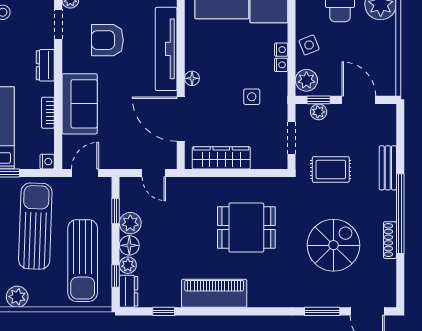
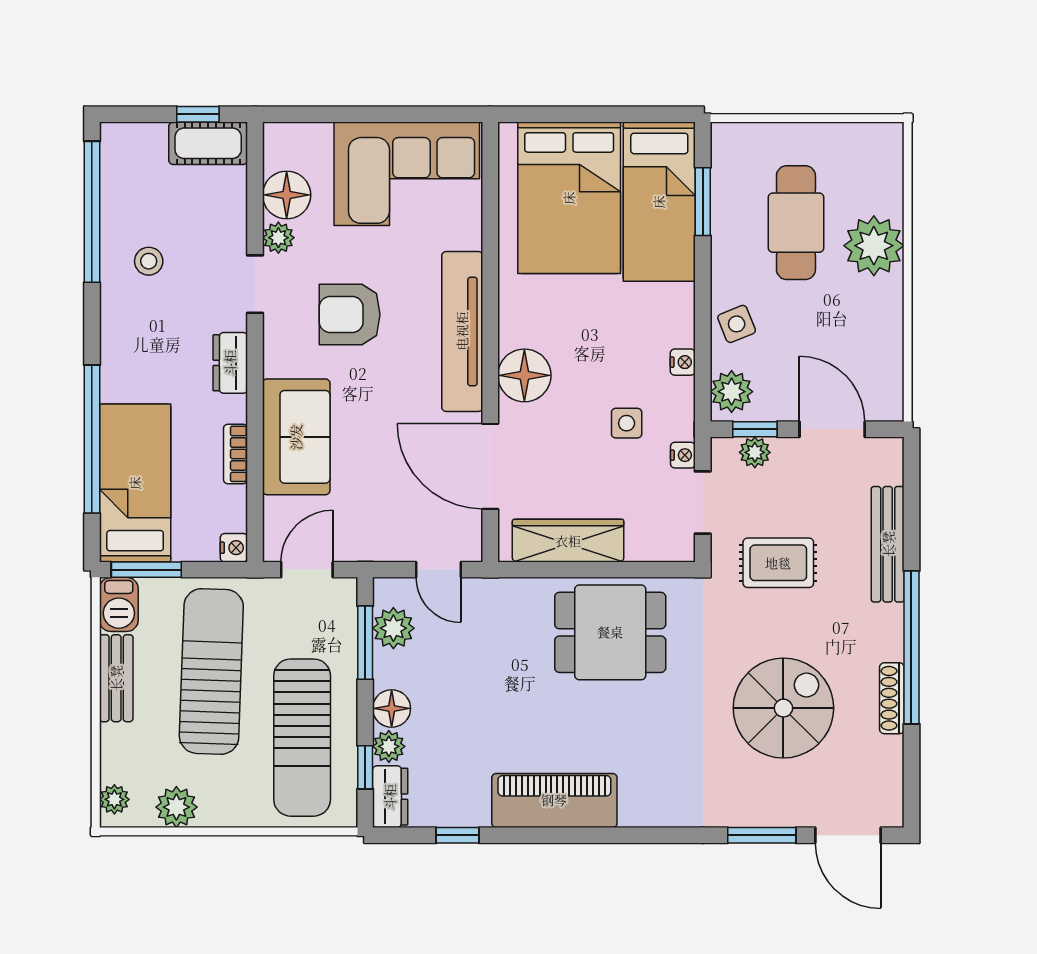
nightstand: (281, 50) -> (683, 455), moved
floor lamp: (192, 78) -> (524, 375), width x1.89, depth x1.89
bench: (388, 168) -> (888, 544), width x1.36
window: (115, 211) -> (365, 643), width x1.50
plant: (130, 223) -> (393, 628), moved
dining table: (246, 228) -> (610, 632), moved

